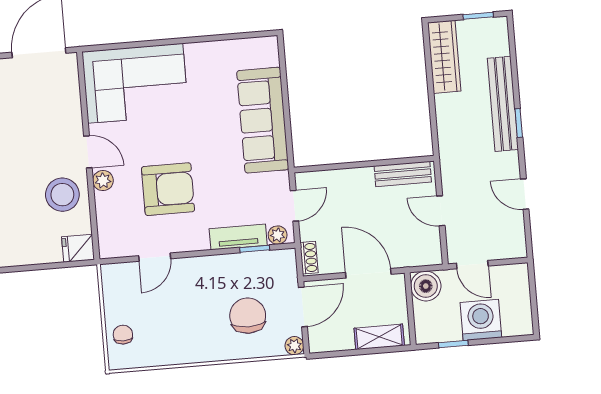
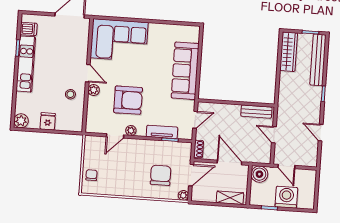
bench: (503, 104) -> (318, 60), moved
stool: (62, 195) -> (70, 94), width x0.53, depth x0.53
plant: (278, 235) -> (131, 130), moved
fridge: (78, 248) -> (48, 121), moved, turned 90

